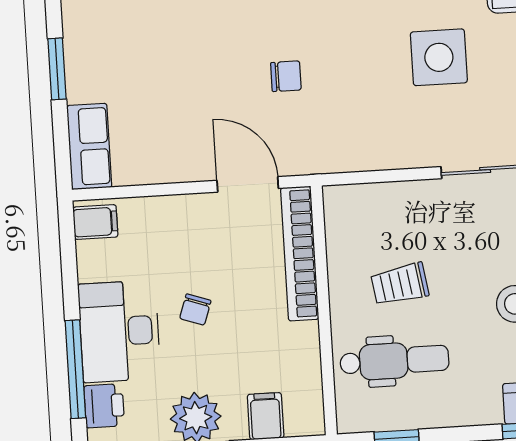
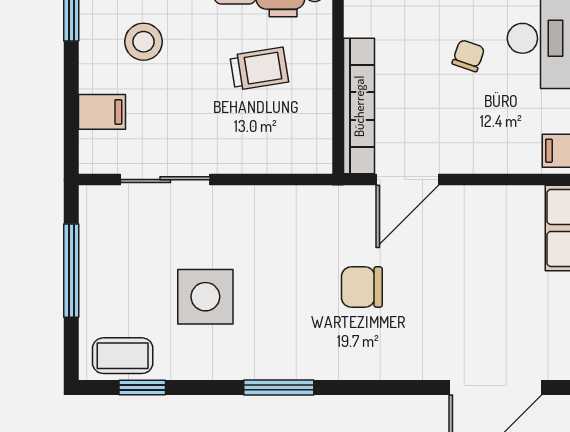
chair: (286, 76) -> (362, 287), width x1.37, depth x1.37
door: (248, 184) -> (407, 180), hinge flipped

